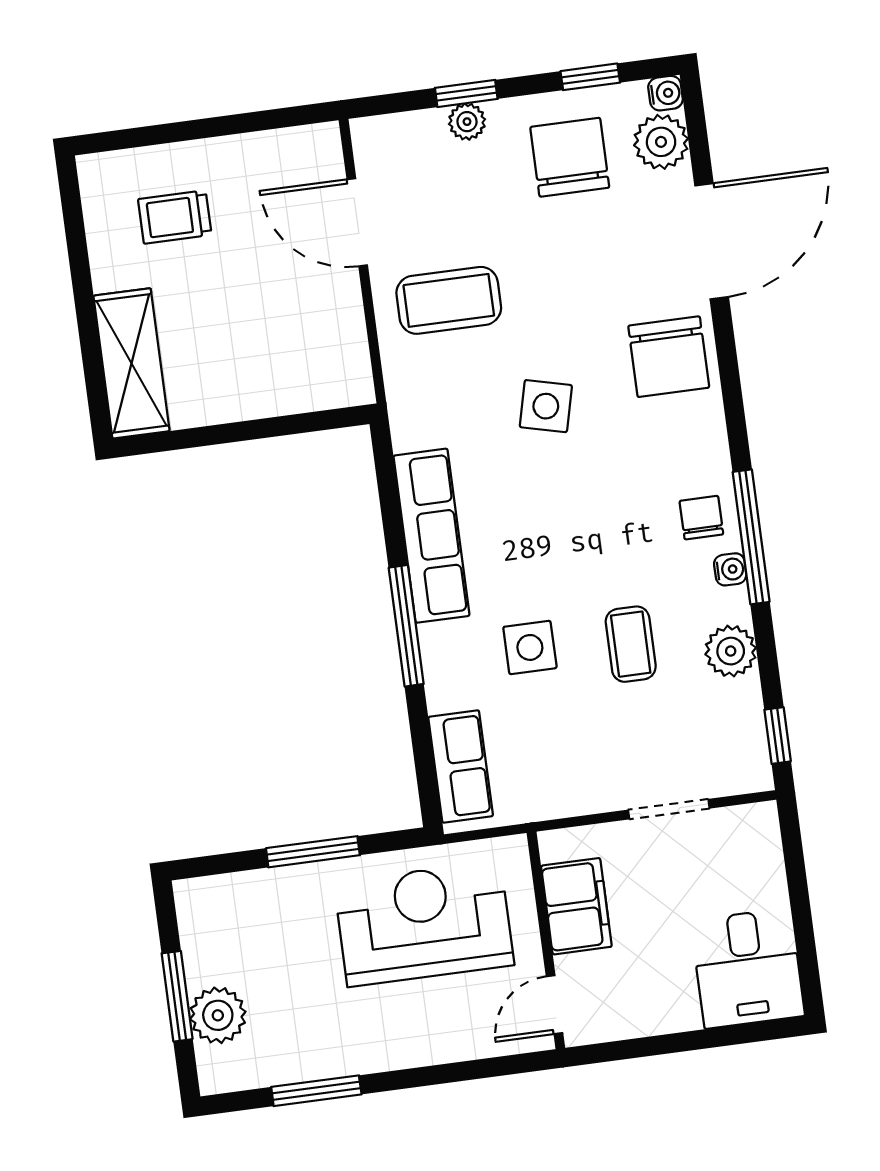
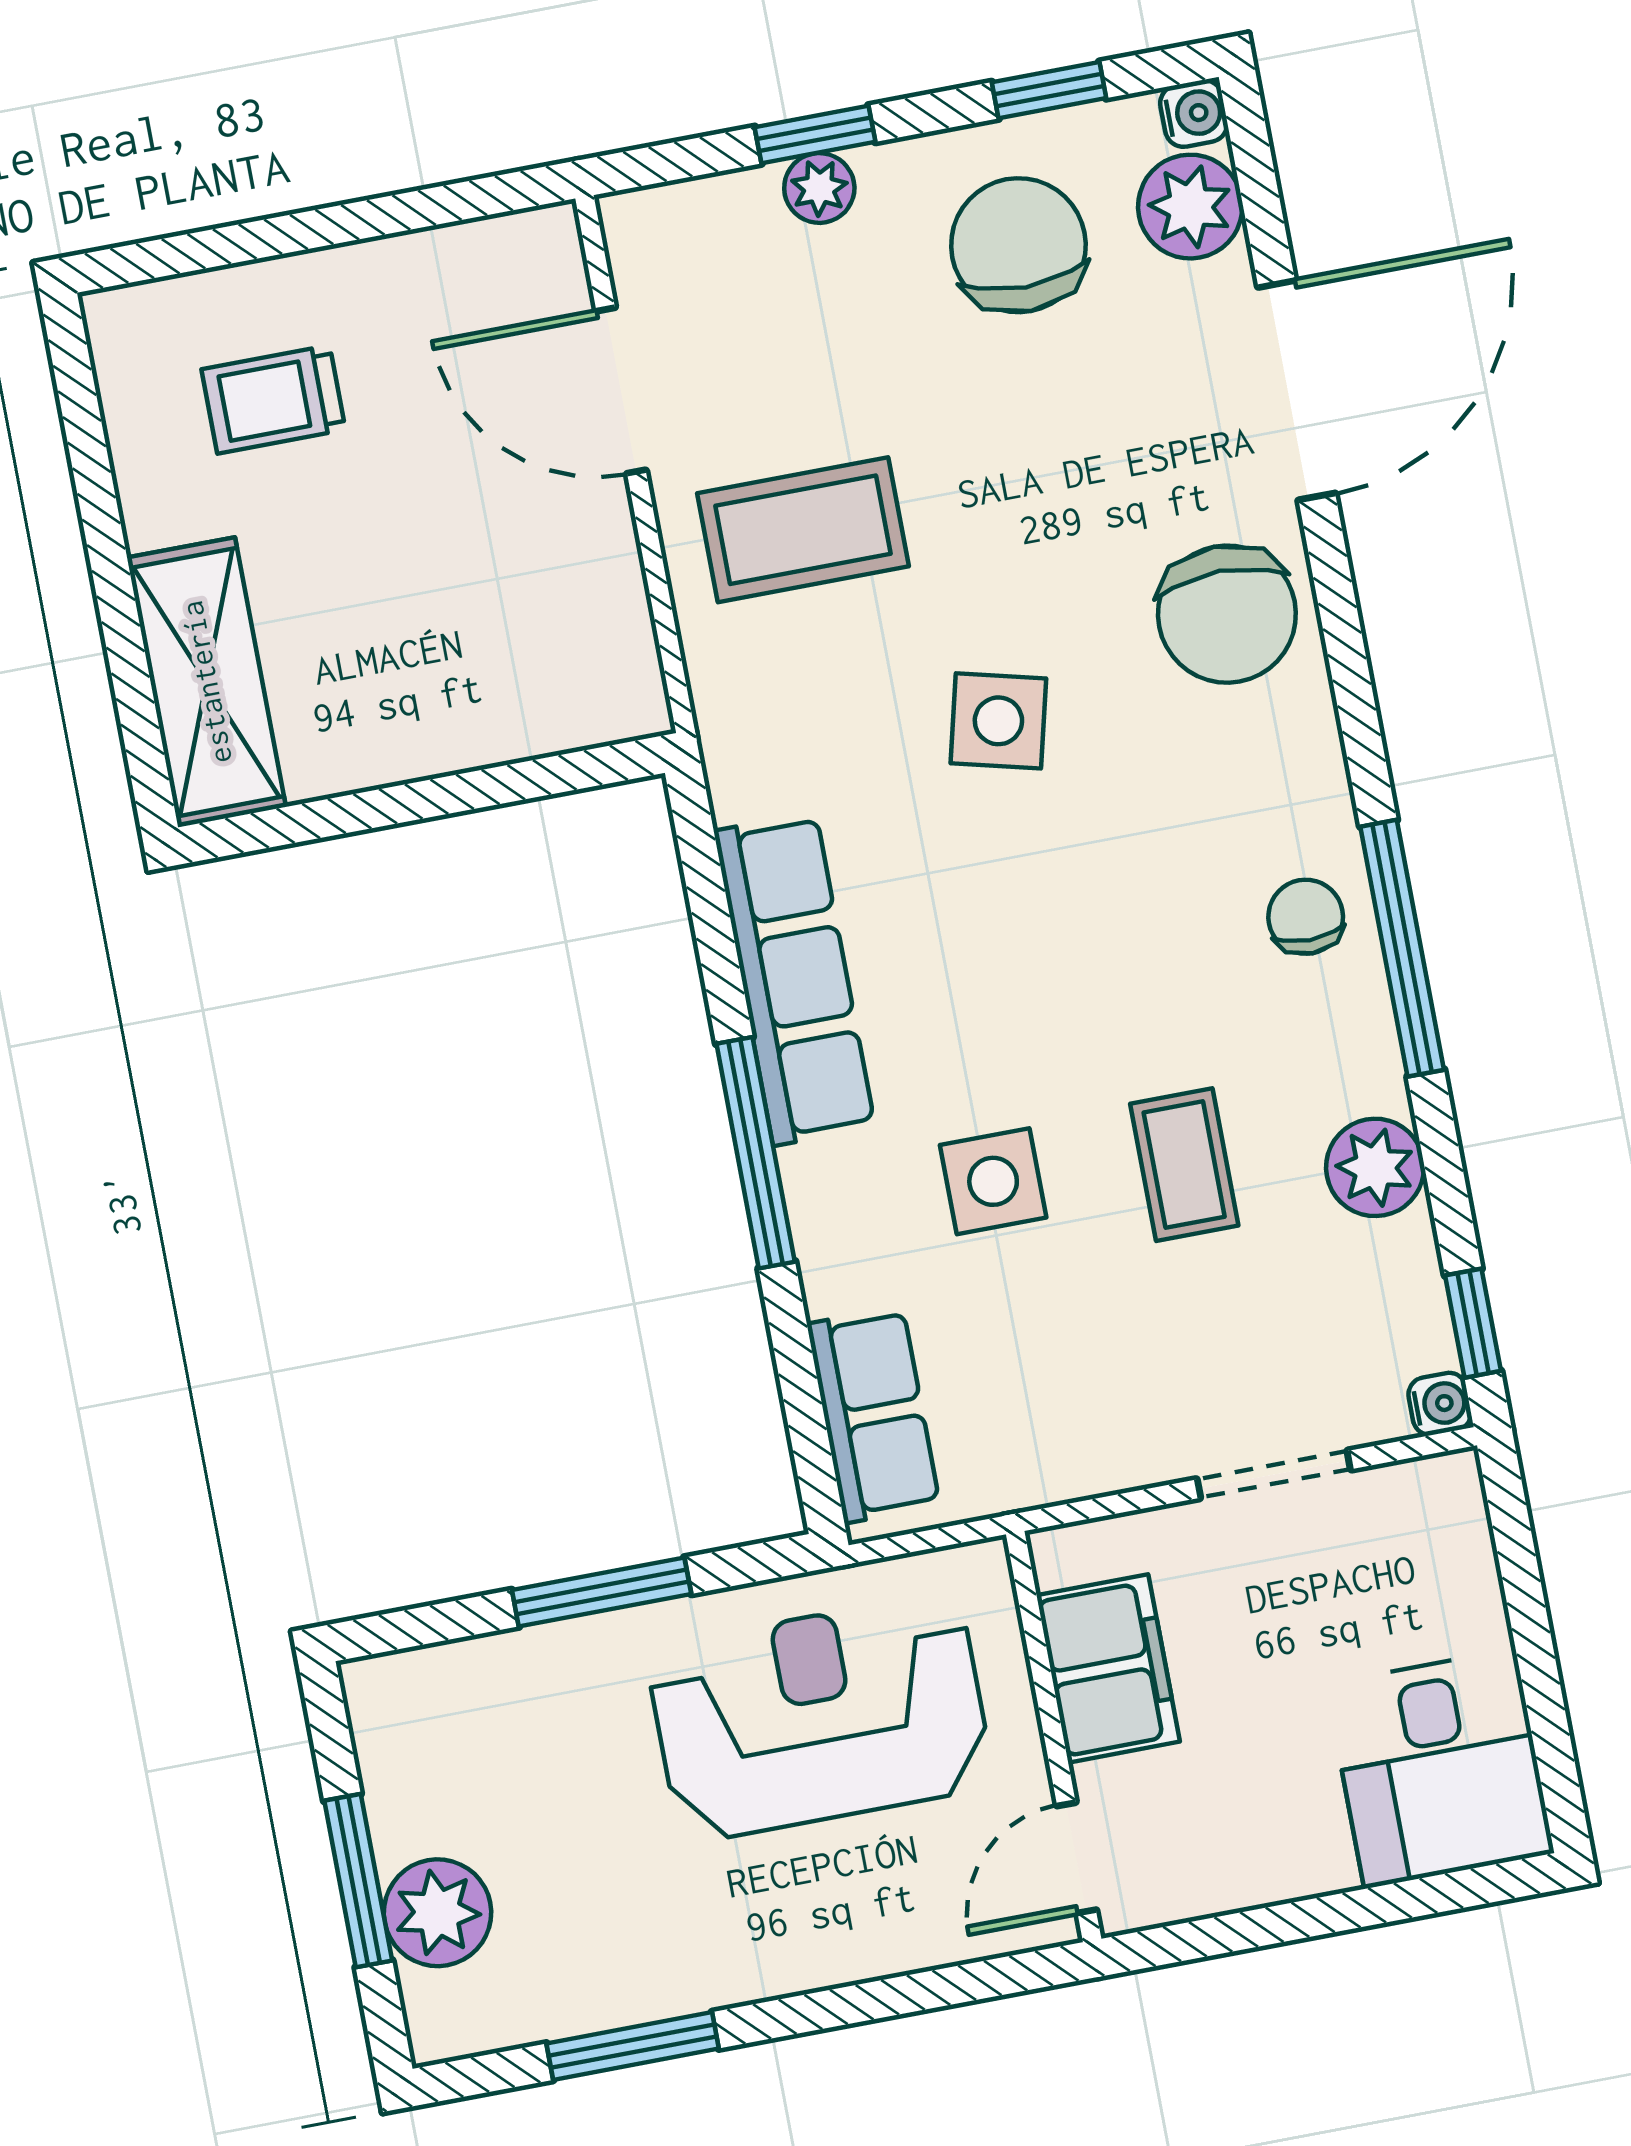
water cooler: (730, 569) -> (1440, 1404), moved

